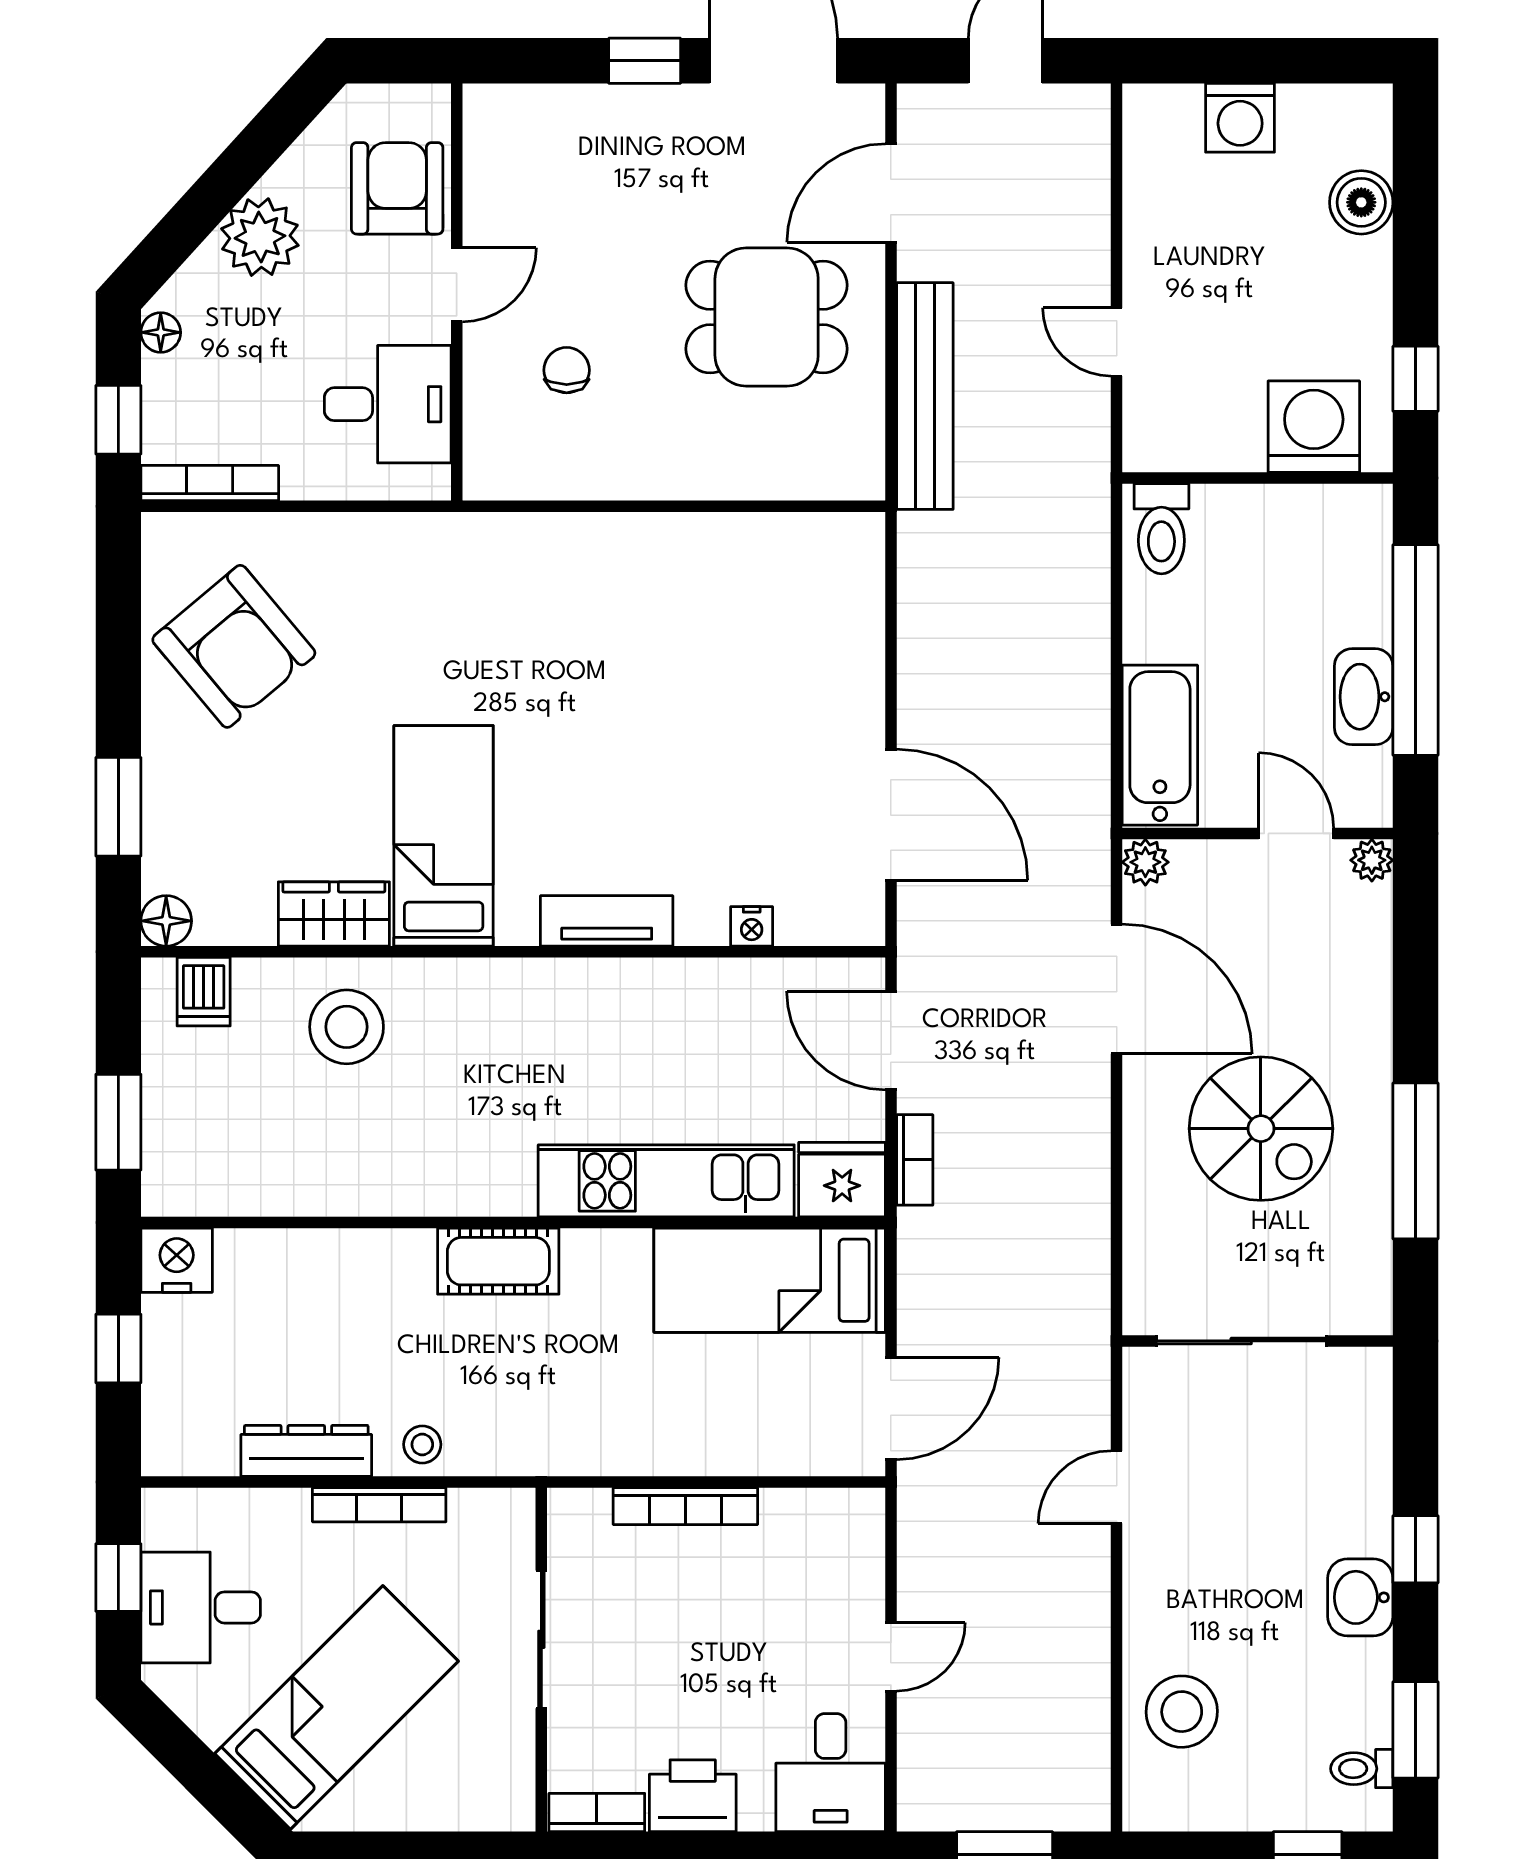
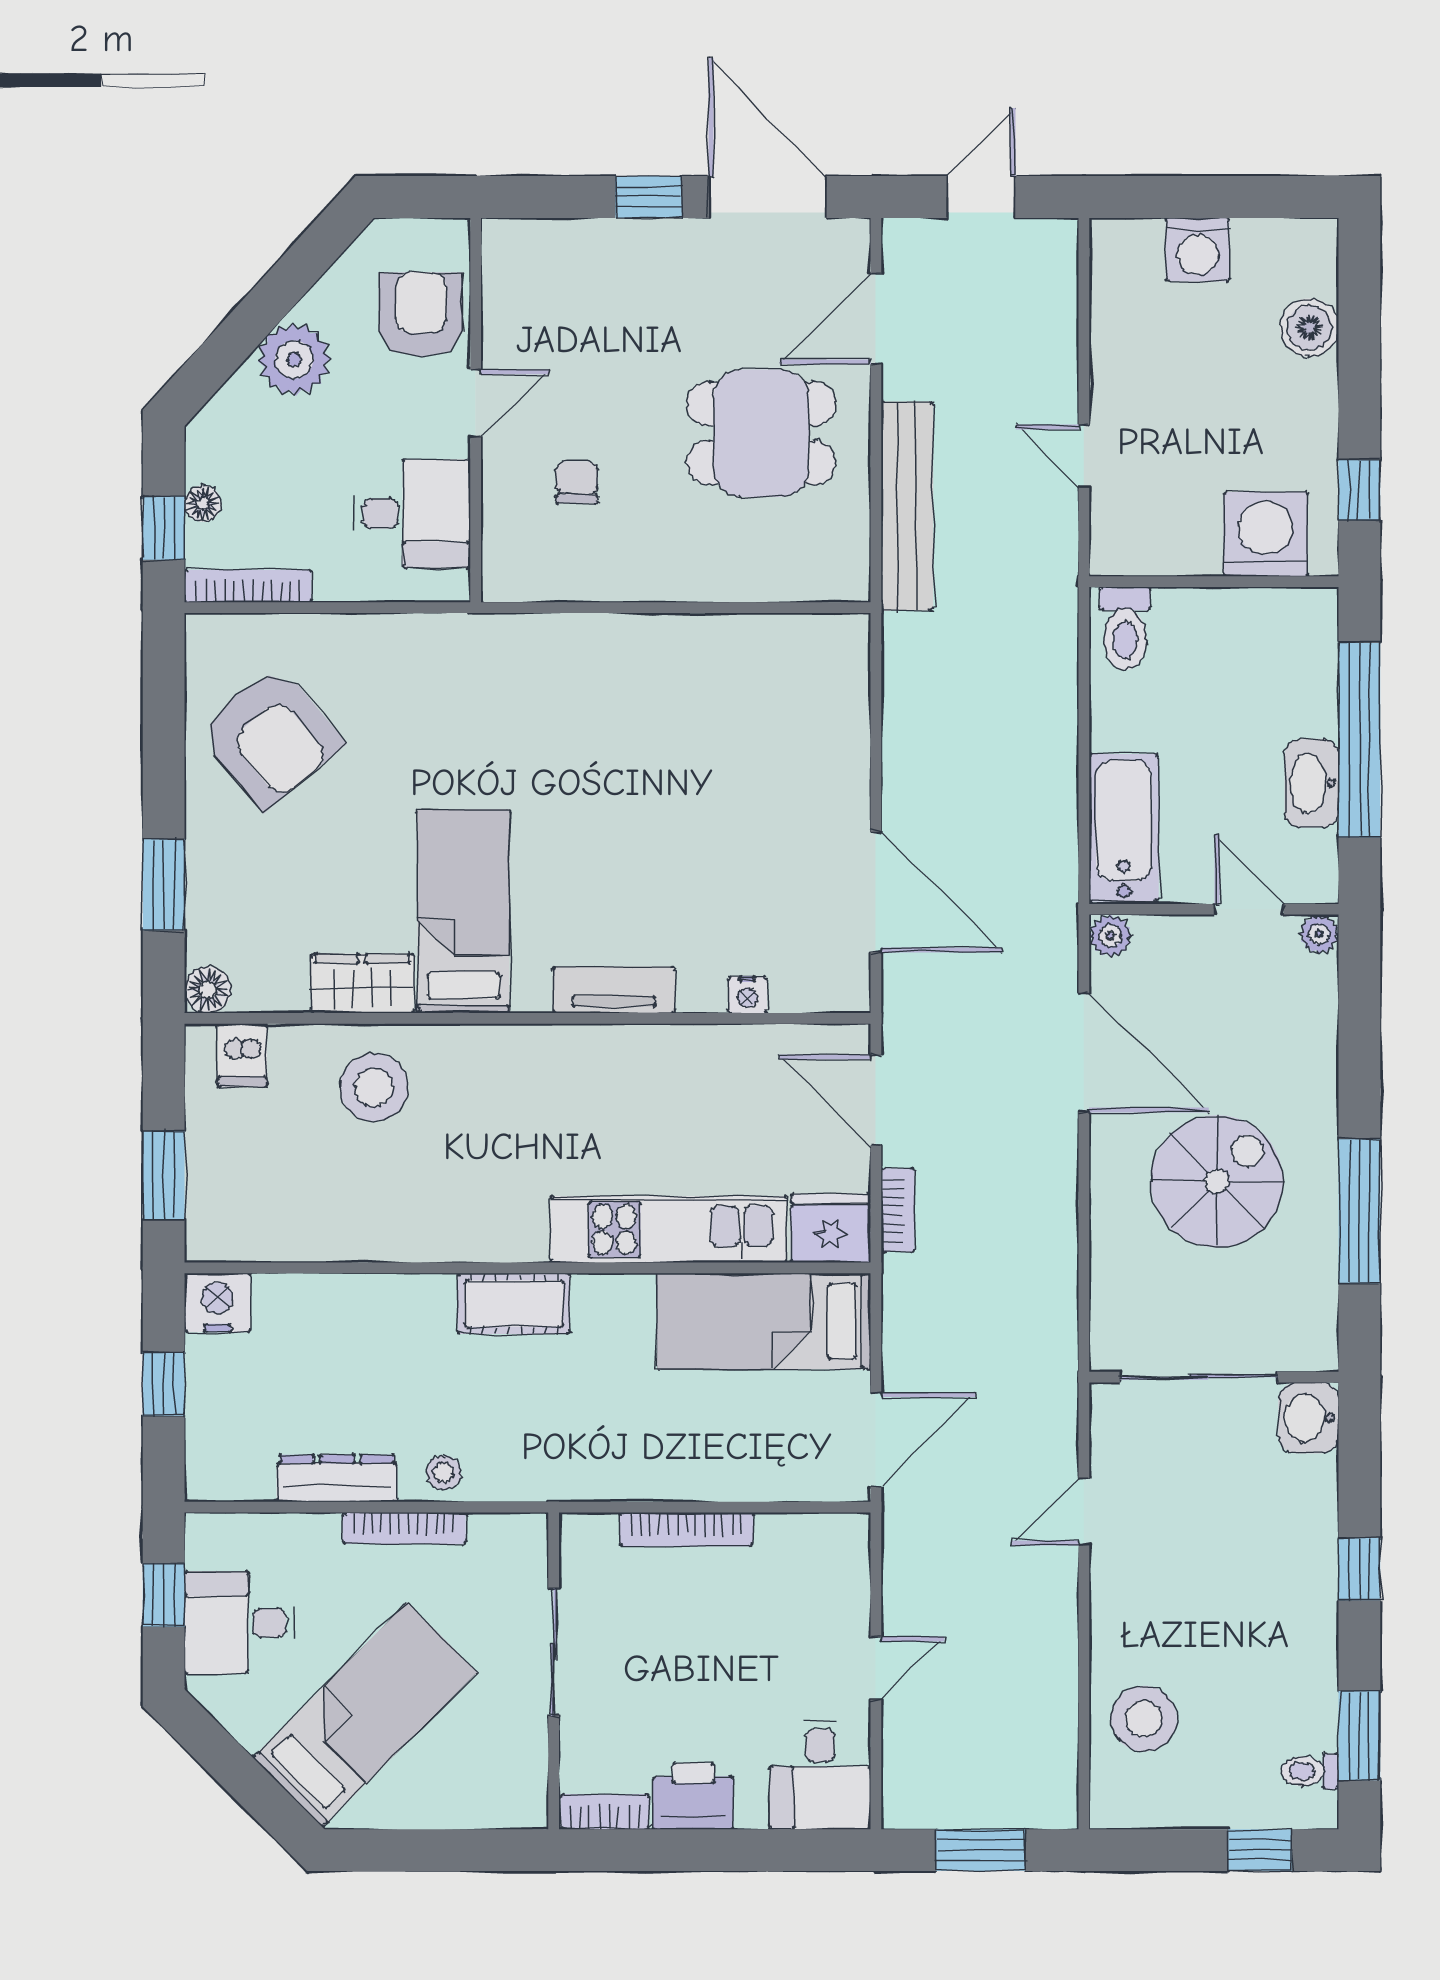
floor lamp: (161, 332) -> (203, 504), moved
spiral stairs: (1261, 1129) -> (1217, 1181), turned -90
washbasin: (1360, 1597) -> (1309, 1418), moved

